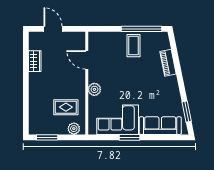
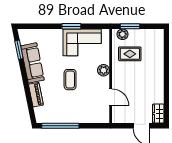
coffee table: (133, 46) -> (70, 80), moved
wardrobe: (35, 61) -> (158, 114), moved
sofa: (160, 126) -> (32, 63), moved, turned -101
window: (47, 137) -> (130, 26), moved

